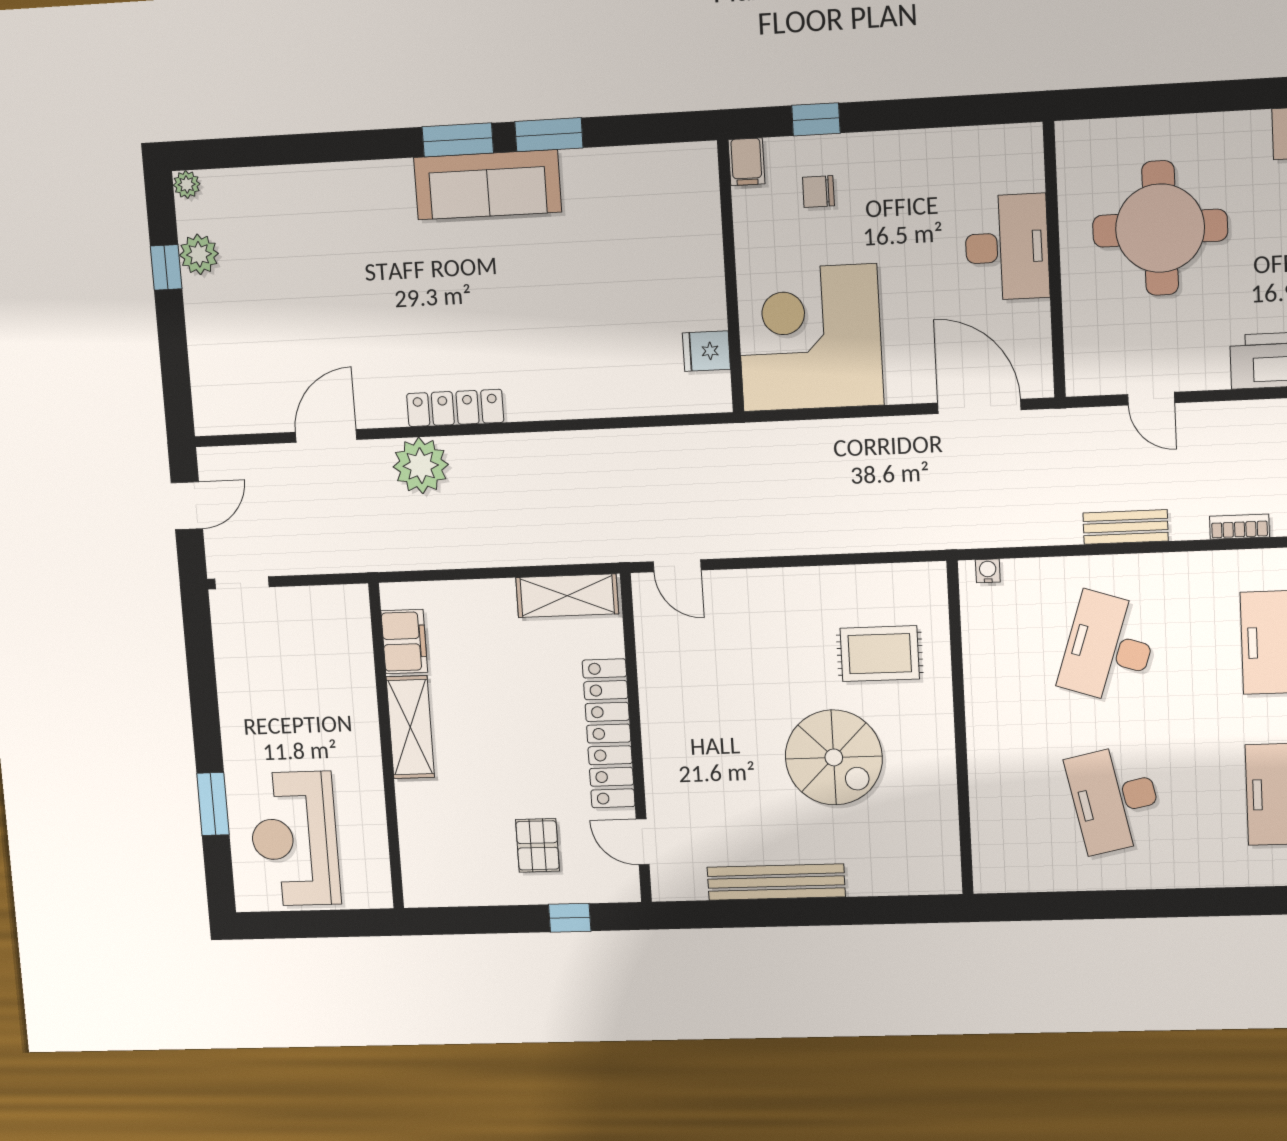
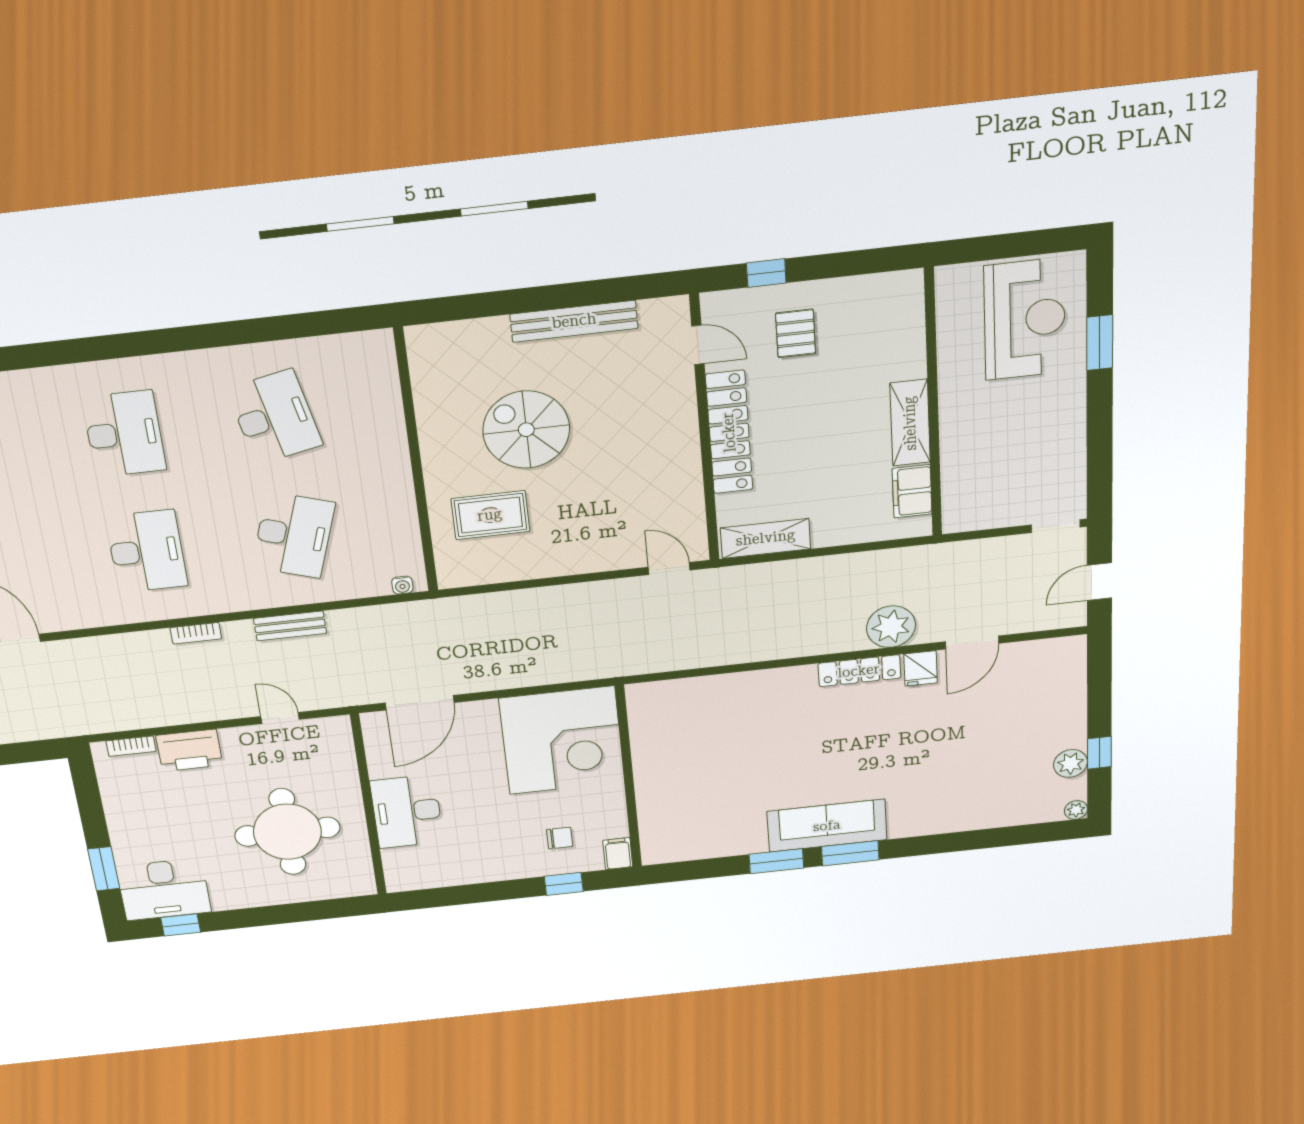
fridge: (706, 351) -> (921, 668), moved, turned 90
door: (979, 406) -> (420, 703), hinge flipped

